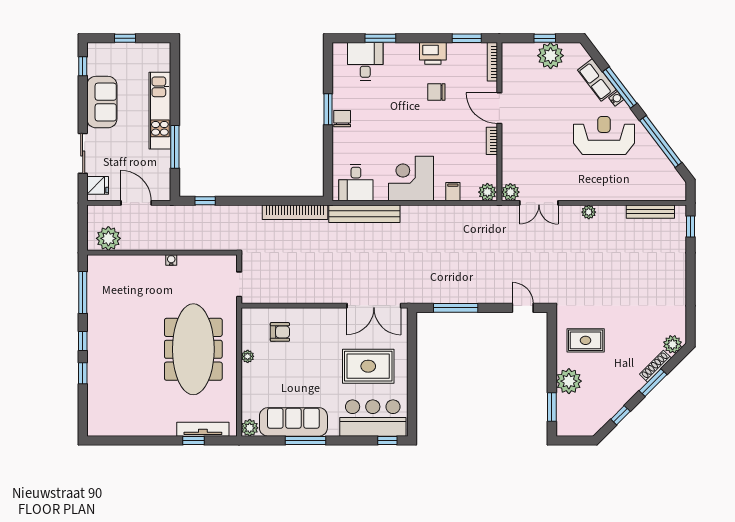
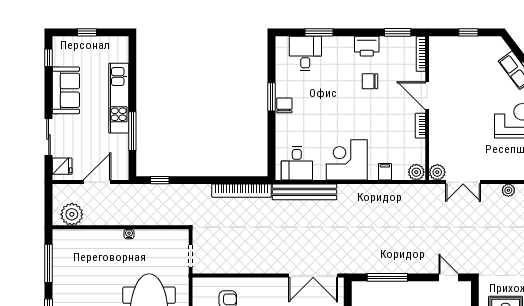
plant: (551, 56) -> (474, 48), removed
door: (136, 203) -> (97, 182), hinge flipped

